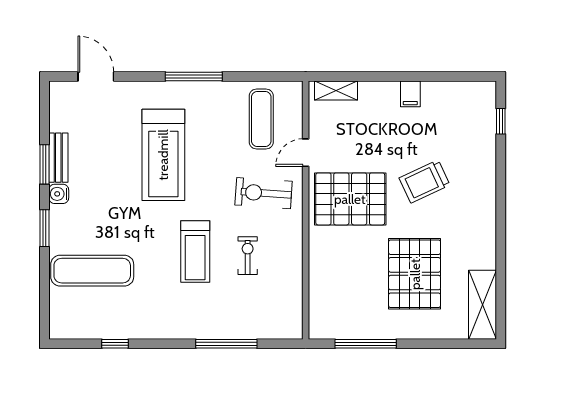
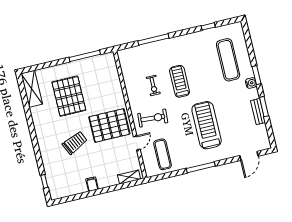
door: (96, 77) -> (249, 156), hinge flipped
water cooler: (59, 194) -> (251, 83), moved
exercise mat: (92, 271) -> (228, 60), turned 90

